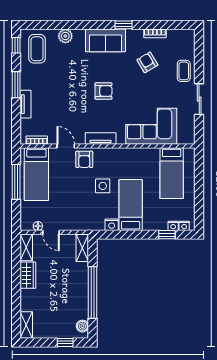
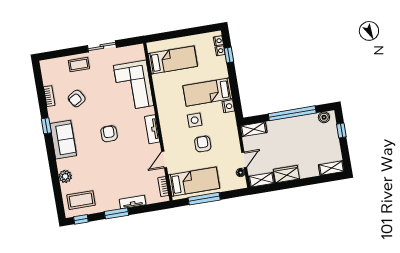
armchair: (84, 159) -> (203, 144), moved, turned -90

